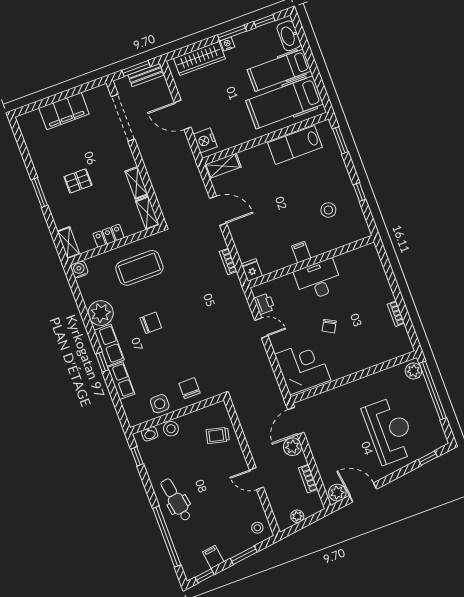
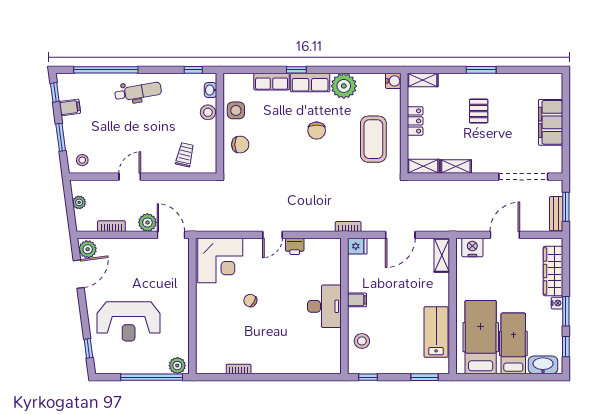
filing cabinet: (301, 252) -> (357, 300), moved
wall: (311, 262) -> (344, 306), moved
fridge: (252, 270) -> (357, 246), moved
desk: (318, 280) -> (324, 306), moved

